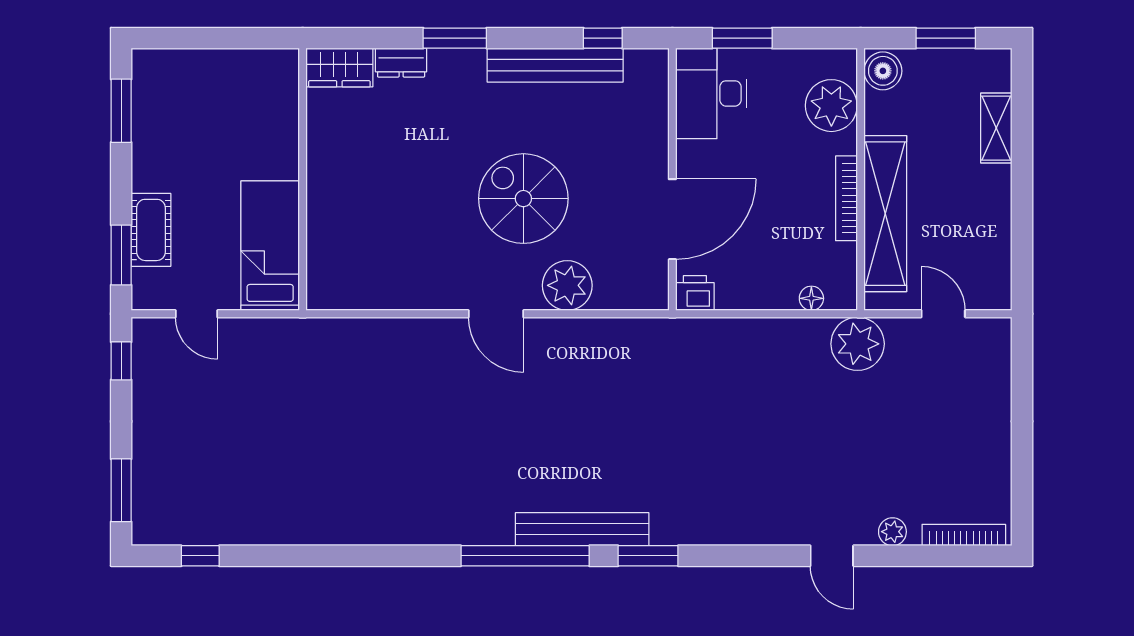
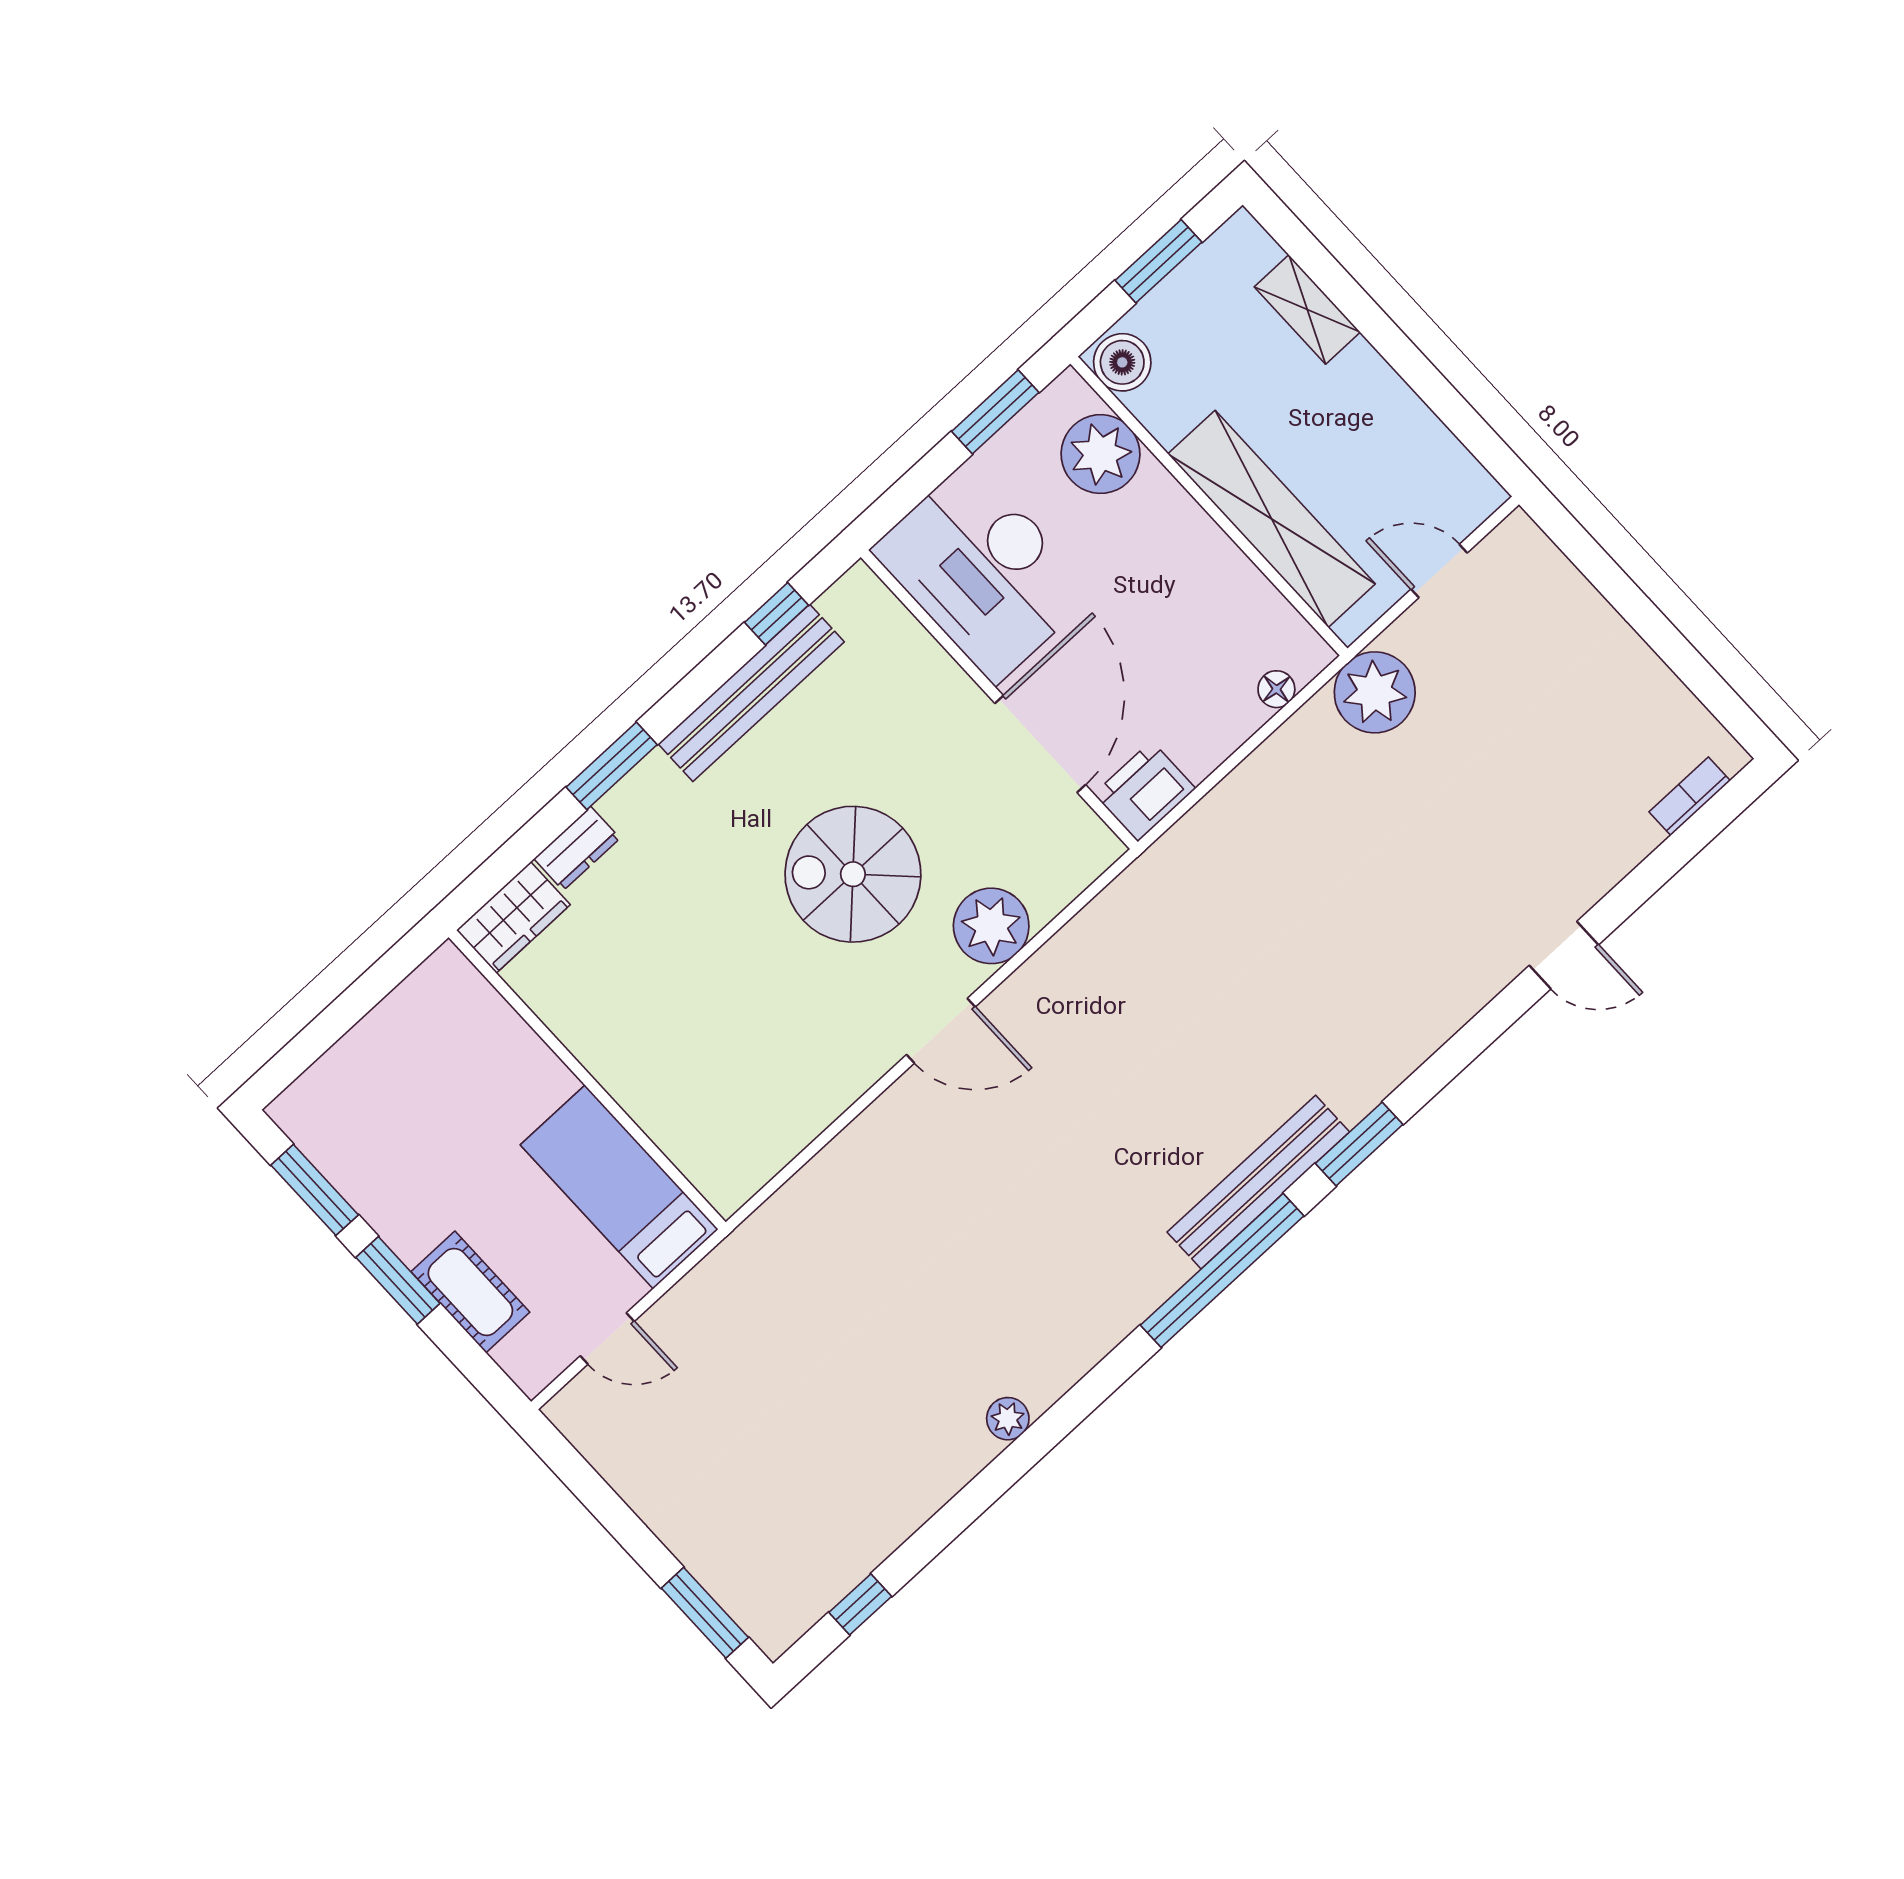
window: (742, 38) -> (995, 412), moved
desk: (711, 93) -> (983, 571), width x1.36, depth x1.30
bookcase: (846, 198) -> (1213, 542), removed
window: (121, 255) -> (398, 1280), moved
printer: (695, 293) -> (1145, 791), width x1.36, depth x1.24
window: (121, 361) -> (572, 1469), removed
plant: (892, 532) -> (1008, 1419), moved
bookcase: (964, 535) -> (1690, 796), width x0.64

